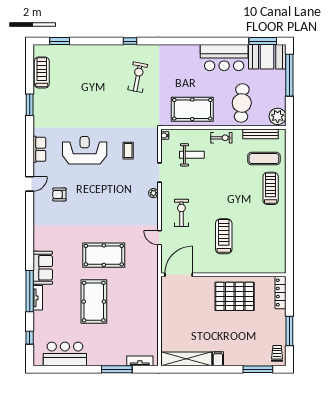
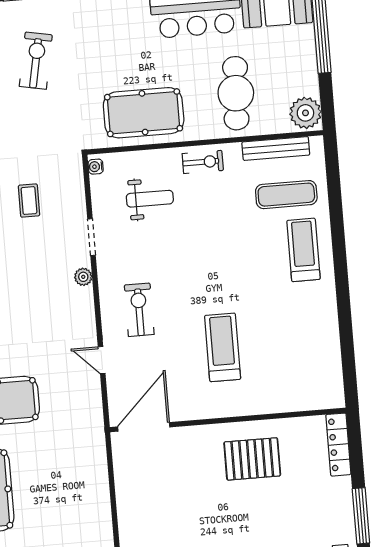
pallet: (235, 296) -> (252, 459), width x0.73, depth x0.71

